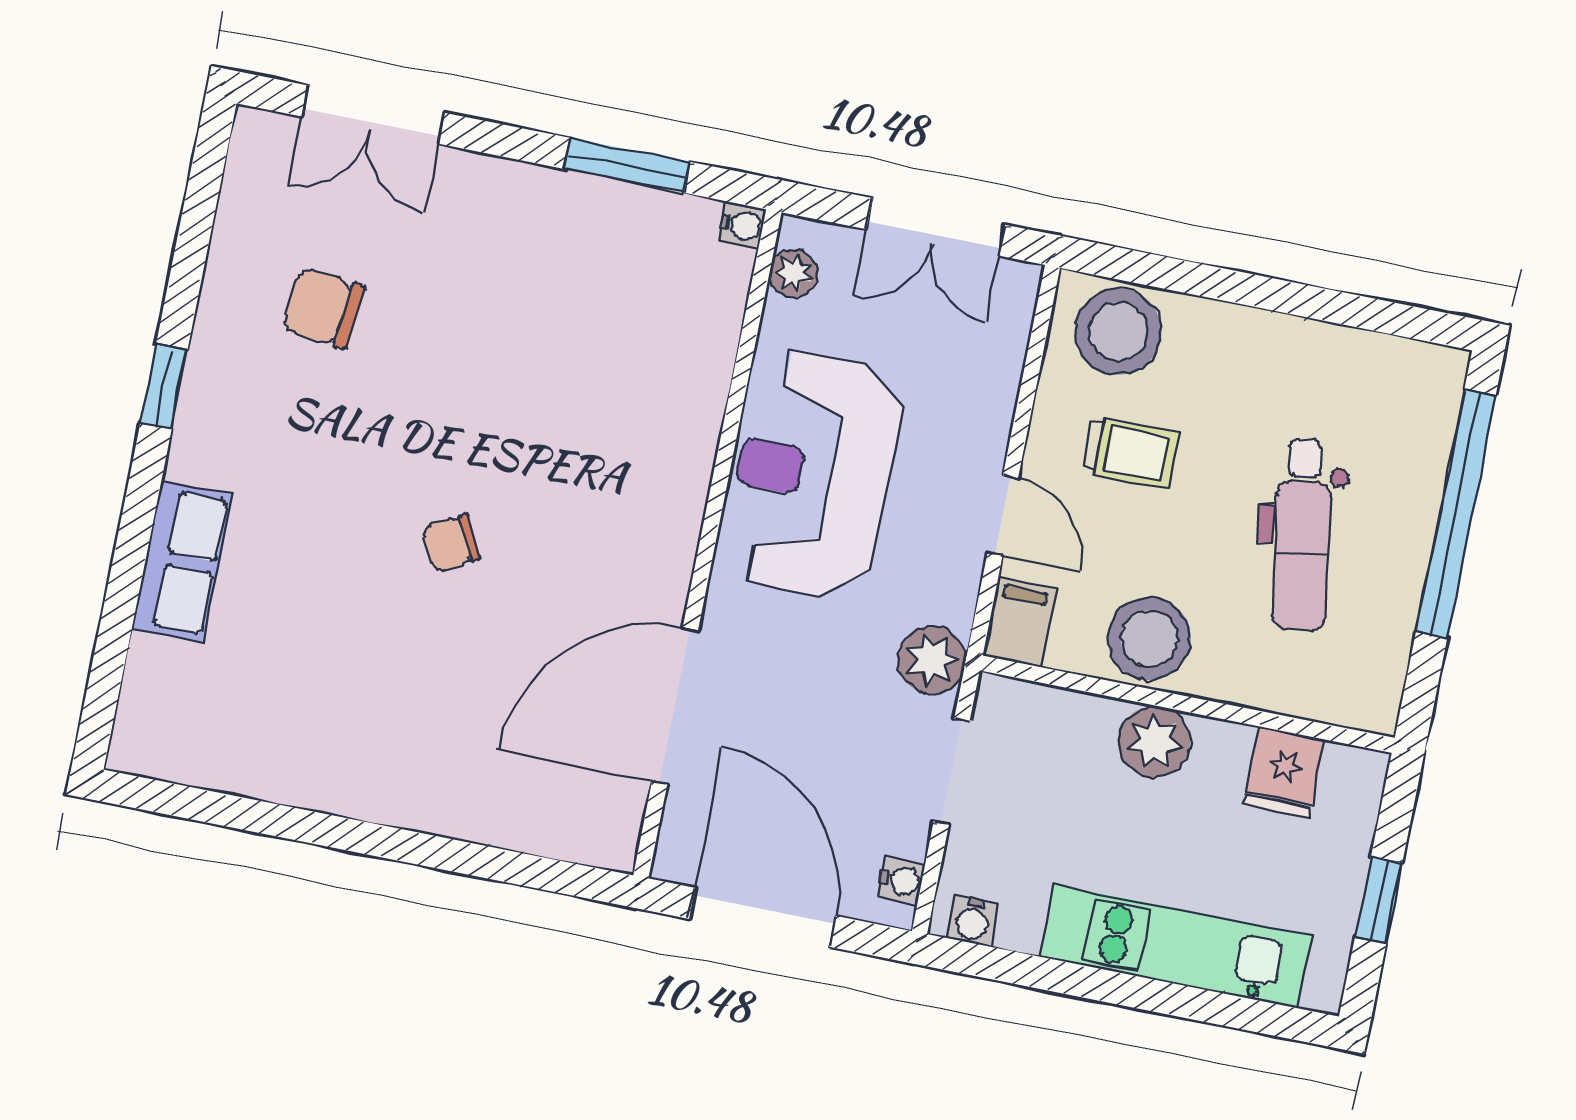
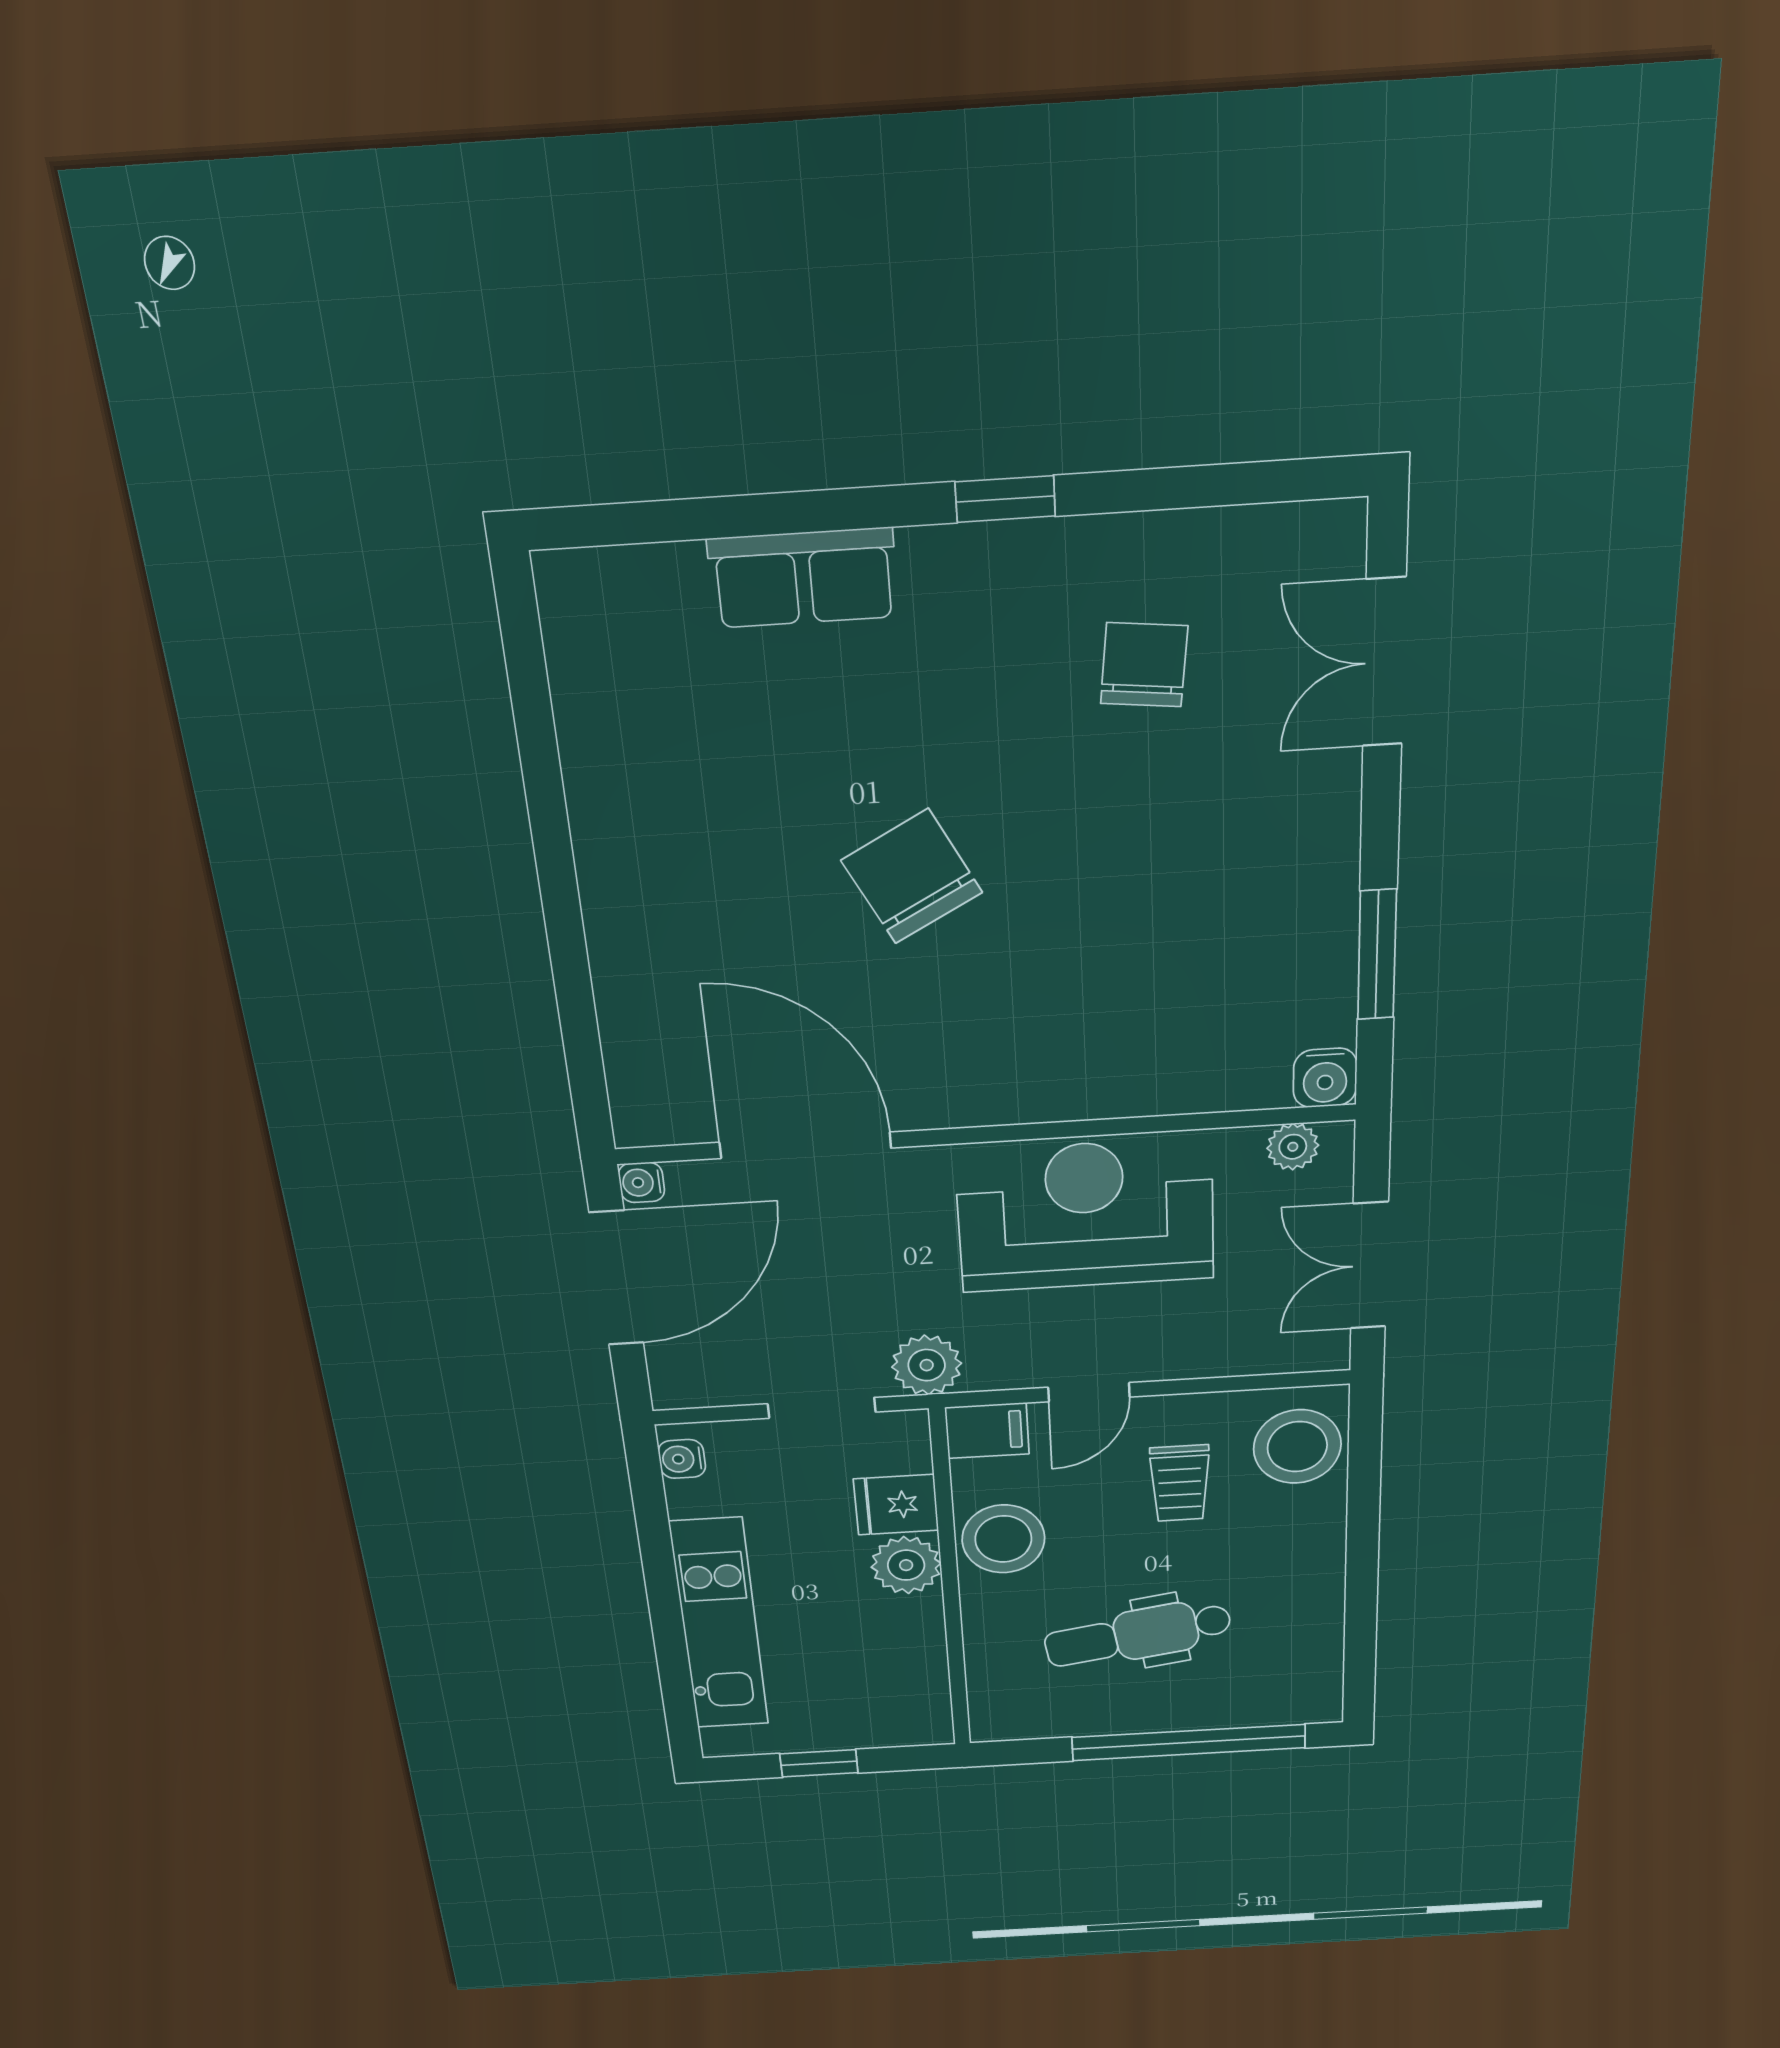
water cooler: (742, 225) -> (1325, 1078), width x1.38, depth x1.38
chair: (451, 543) -> (912, 877), width x1.87, depth x1.87
fridge: (1284, 772) -> (896, 1505), moved
water cooler: (901, 881) -> (641, 1182), moved, turned 90

